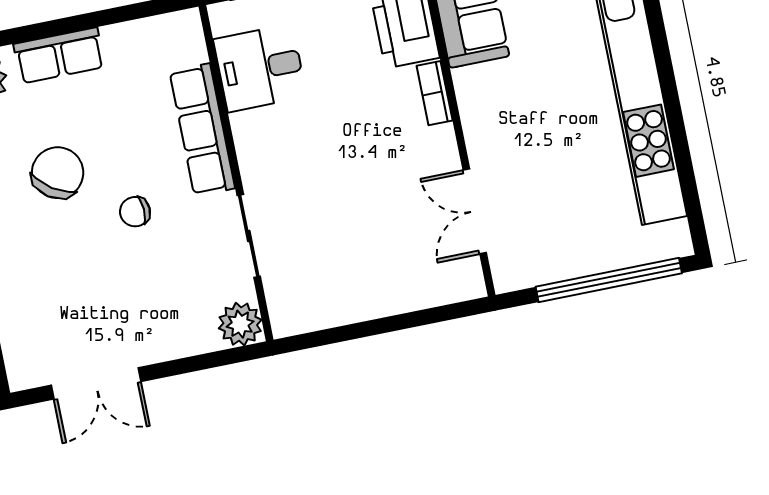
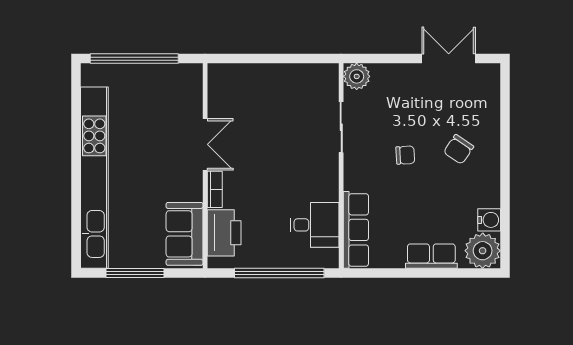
row of seats: (202, 130) -> (356, 230), moved
chair: (58, 173) -> (459, 149), moved, width x0.73, depth x0.73
double door: (475, 211) -> (205, 144), moved

